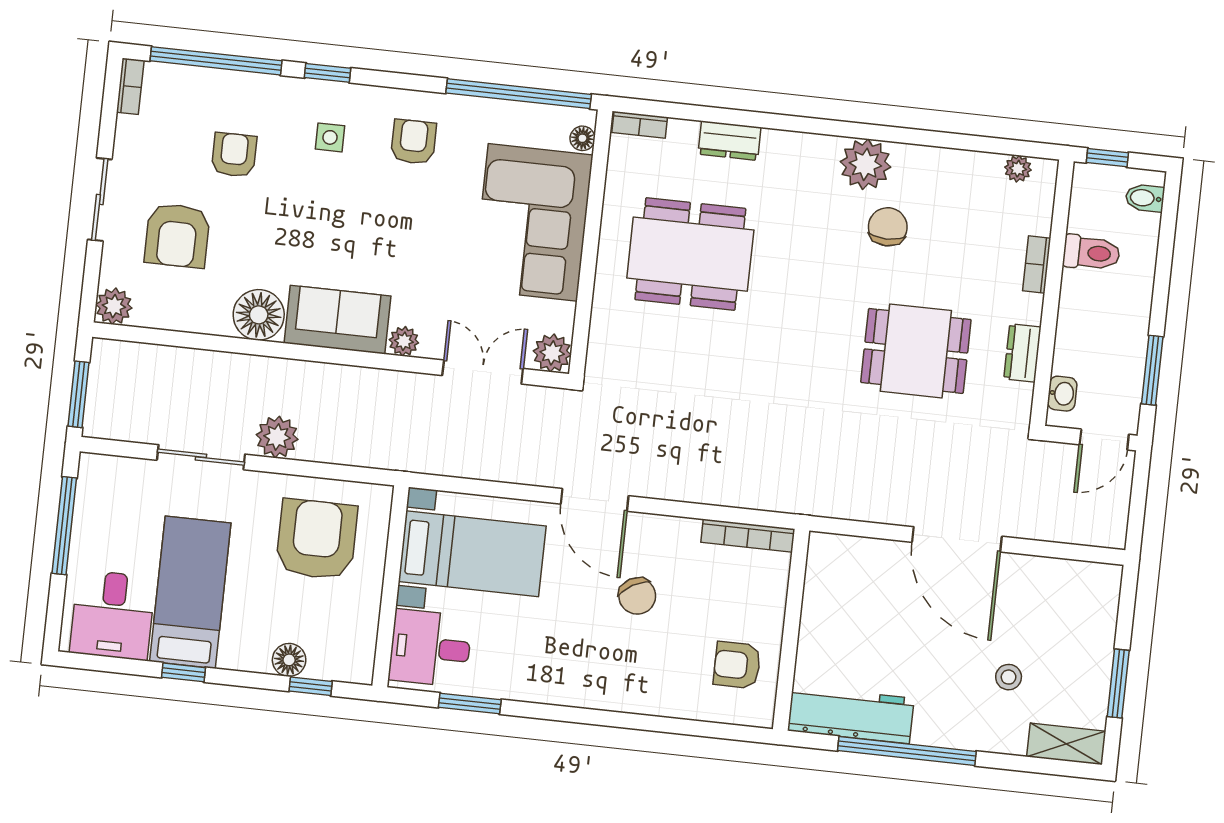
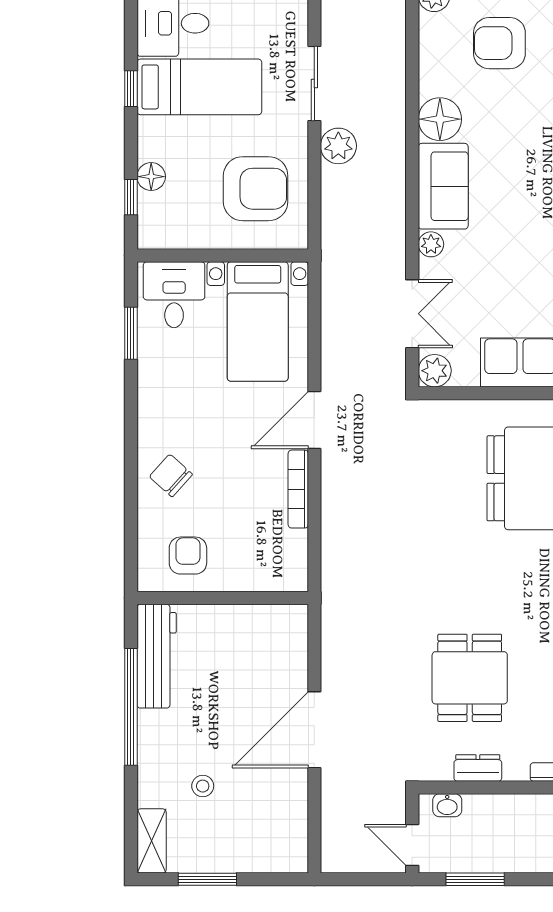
bookcase: (748, 536) -> (298, 489), moved
chair: (637, 596) -> (171, 475), moved, turned 72

